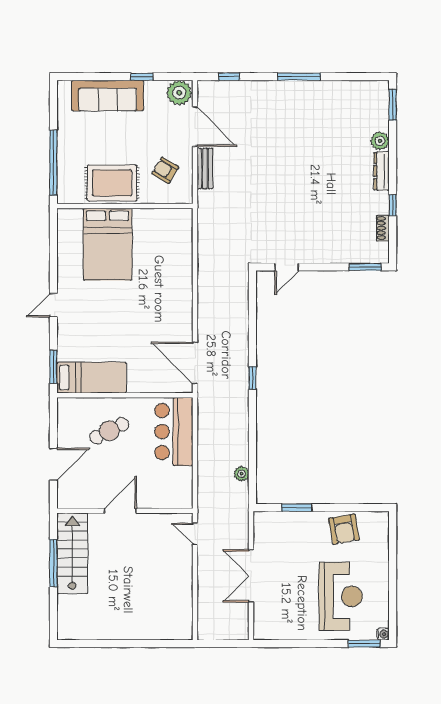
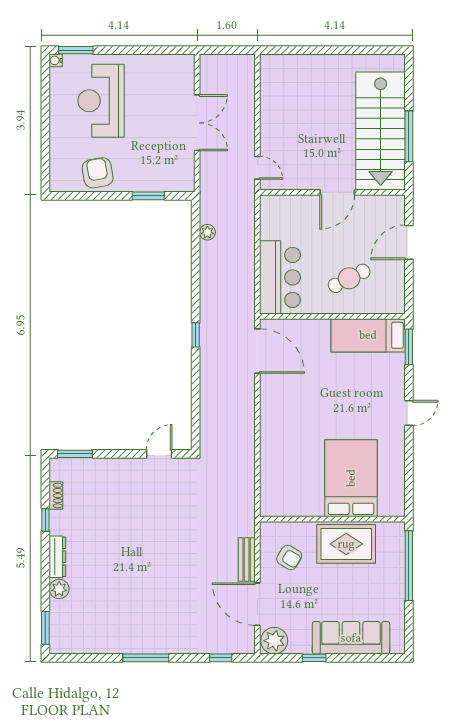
stairs: (72, 553) -> (381, 131), width x1.36, depth x1.51

